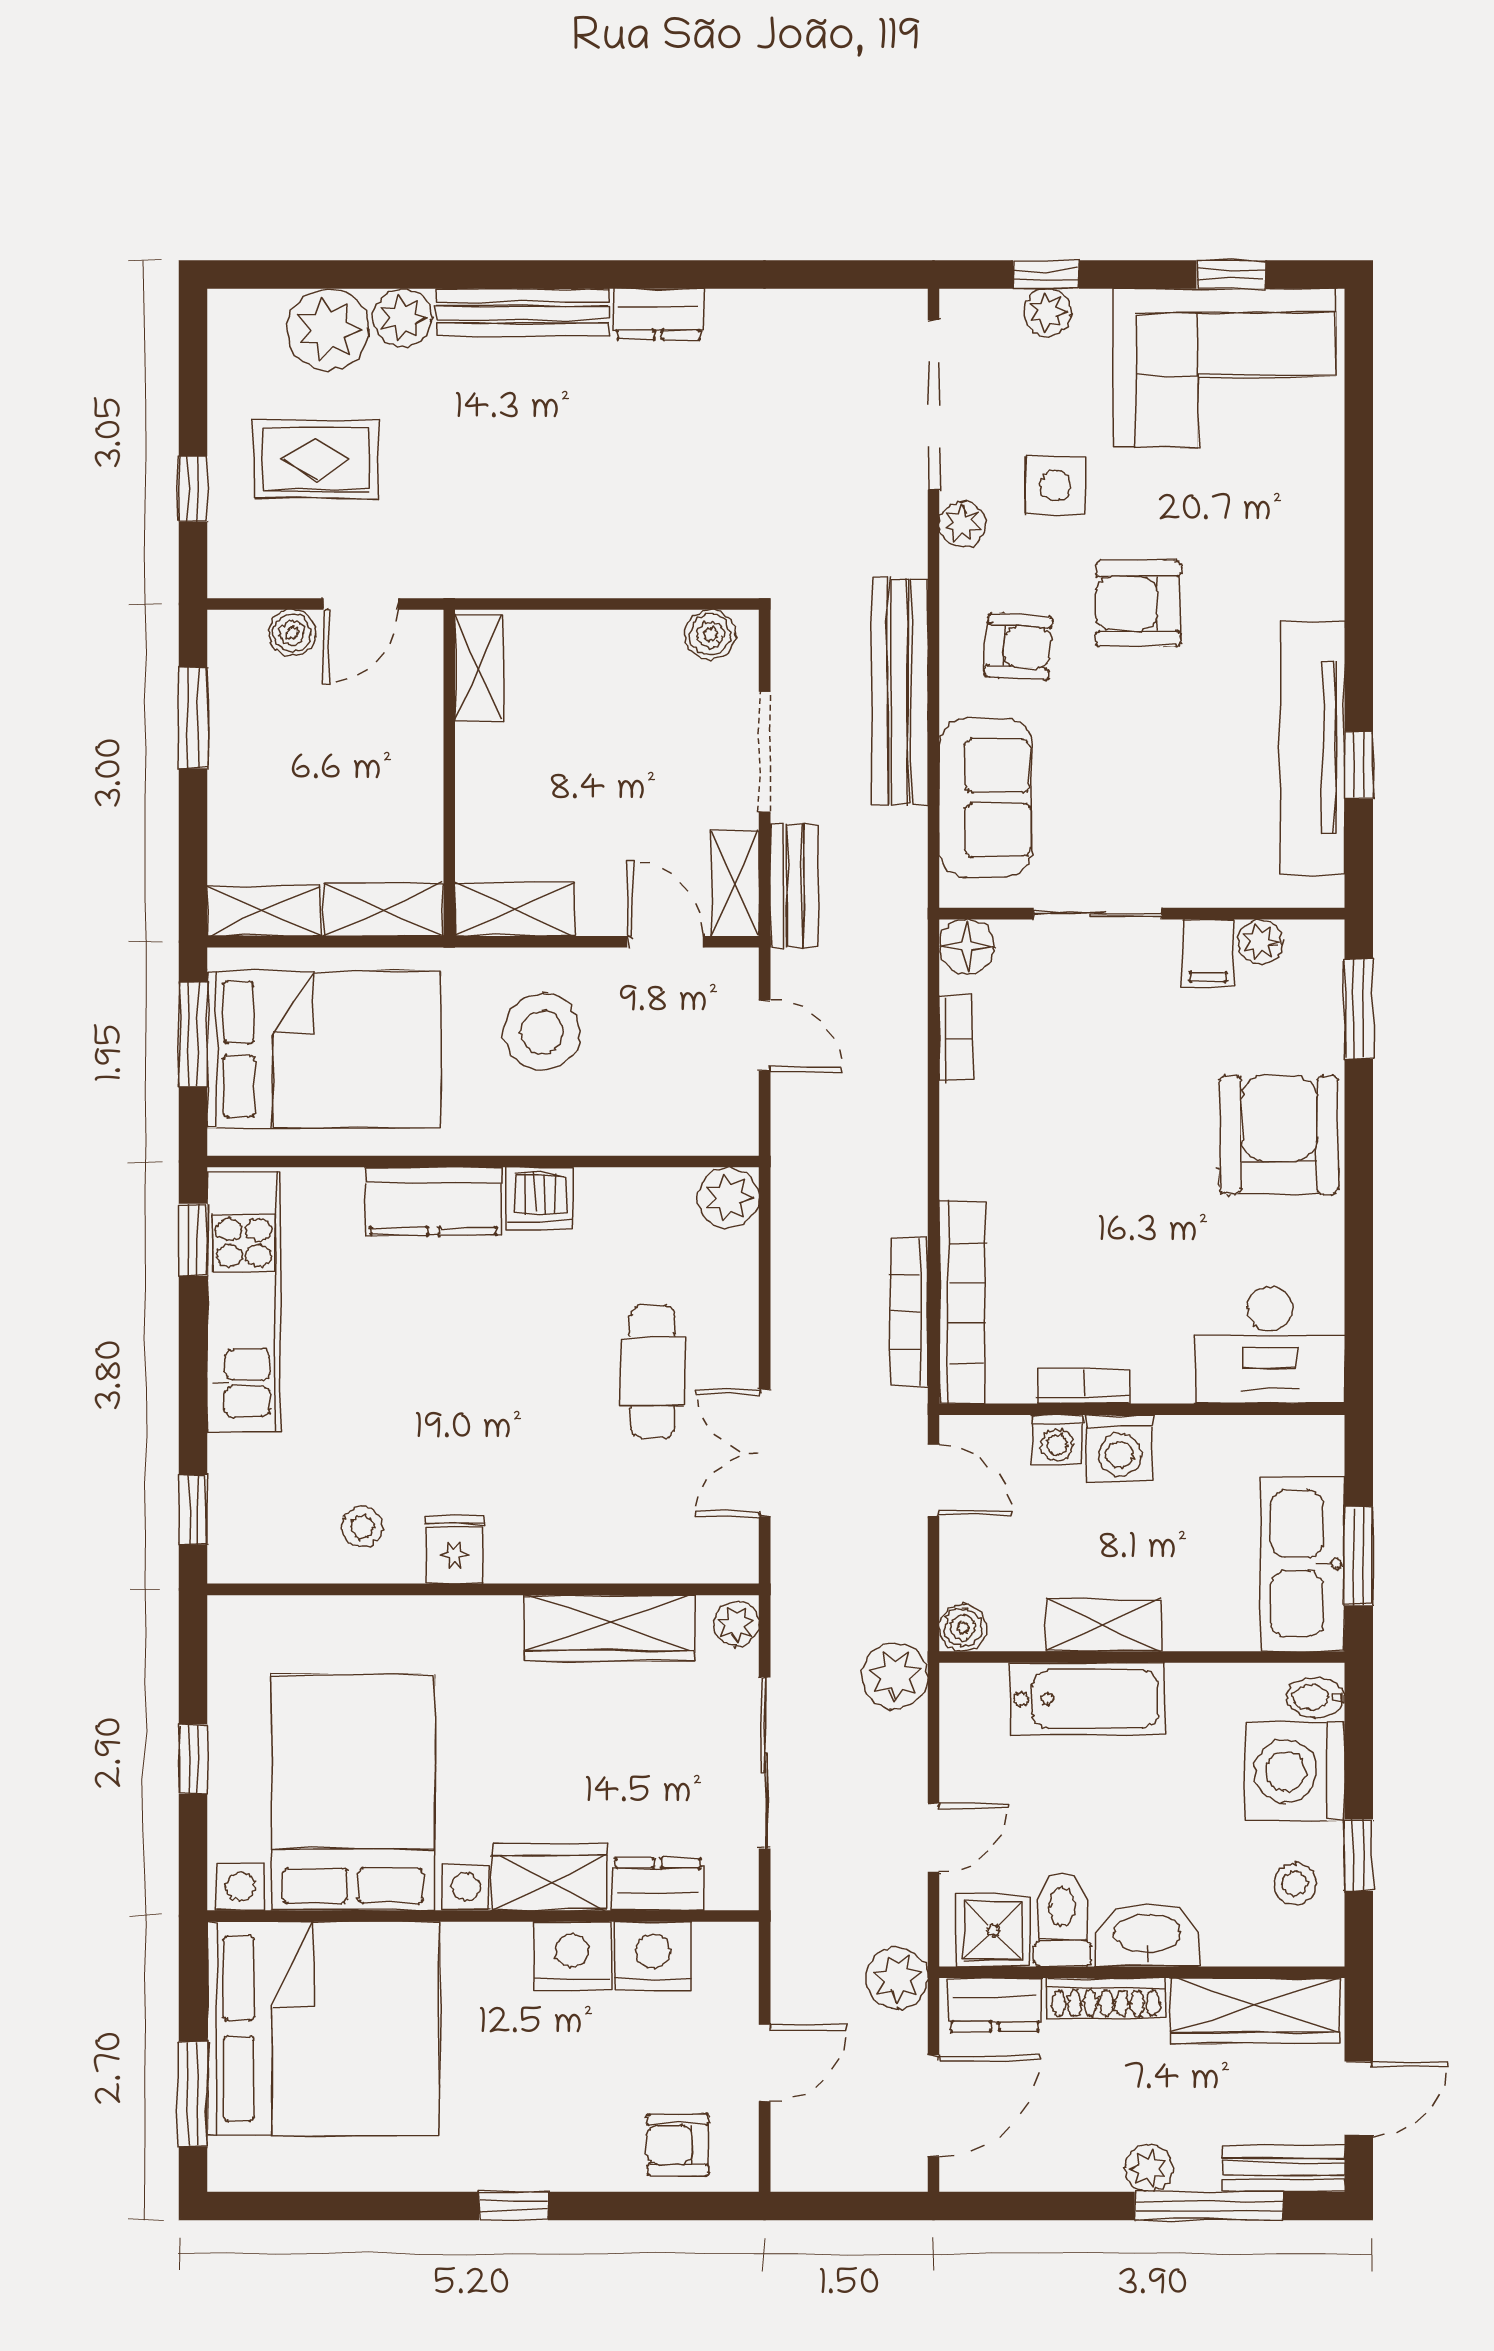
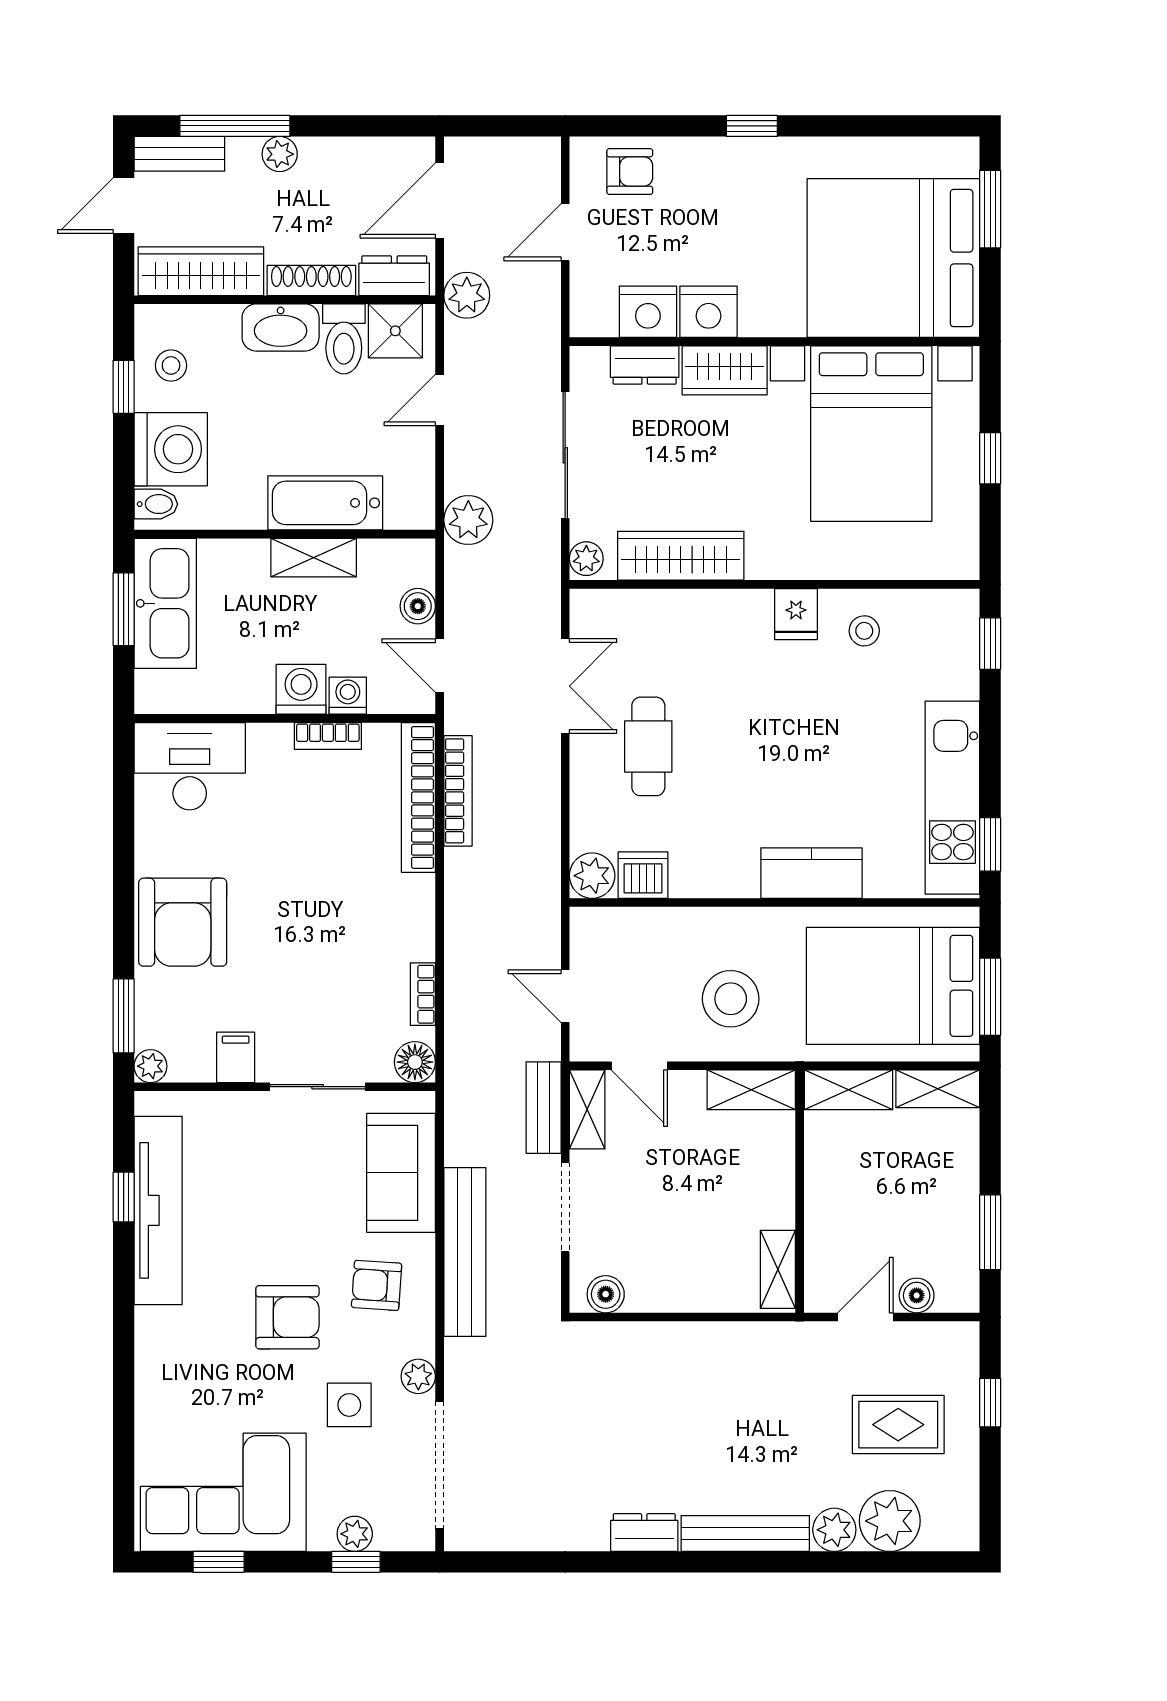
plant: (1260, 941) -> (150, 1066), moved
dishwasher: (539, 1198) -> (643, 875), moved
boiler: (963, 1628) -> (418, 606), moved

